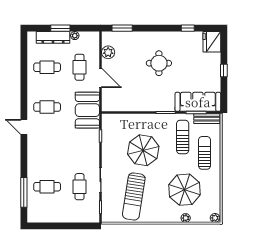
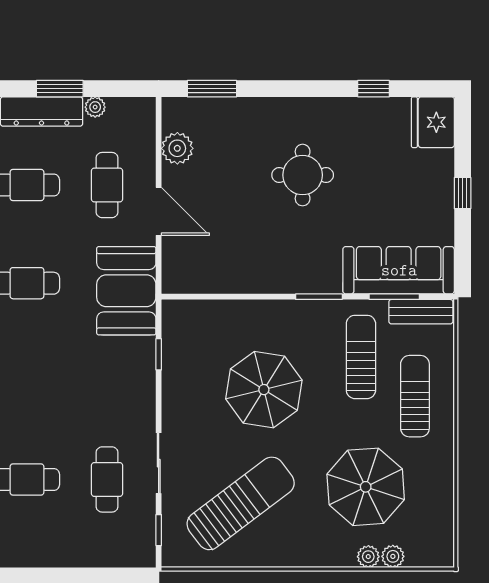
sun lounger: (134, 196) -> (241, 503), turned -136
plant: (215, 218) -> (393, 556), moved

